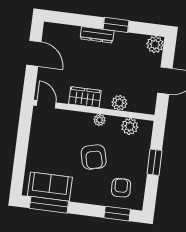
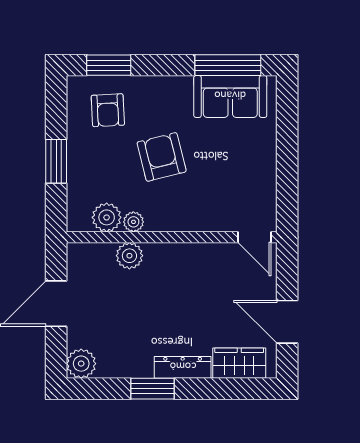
wardrobe: (85, 97) -> (239, 363), moved, turned 180
plant: (99, 120) -> (133, 222), moved

